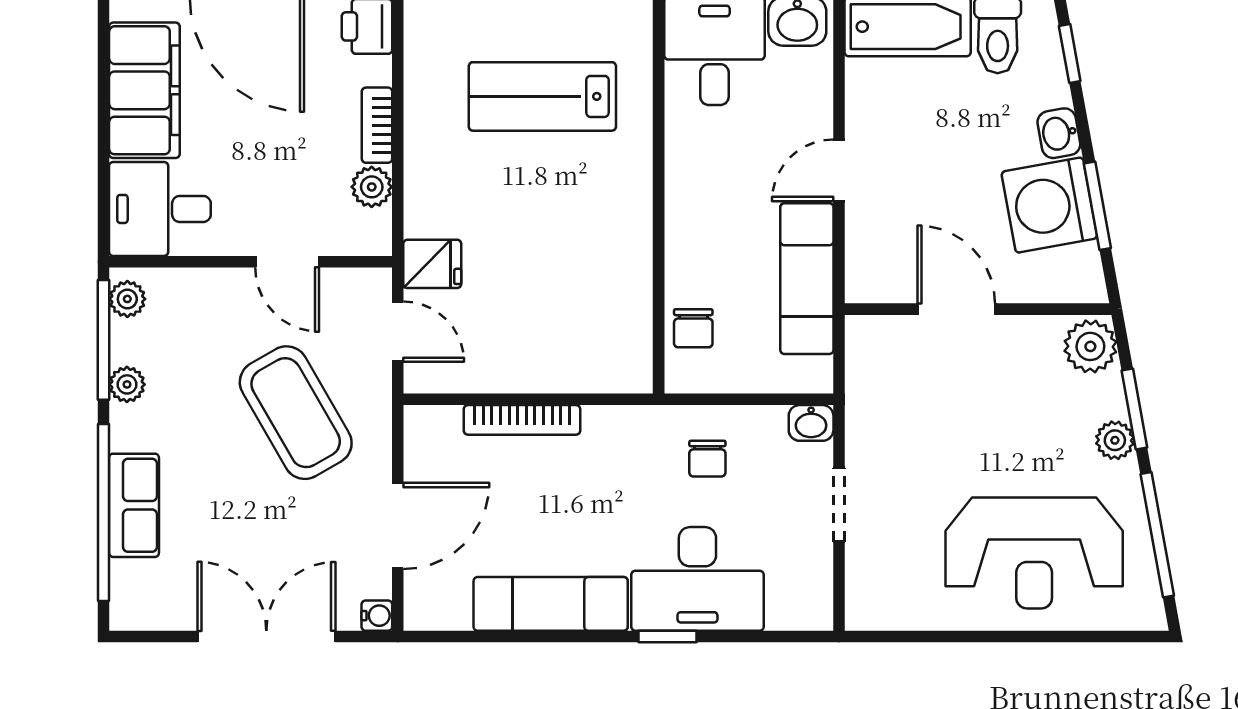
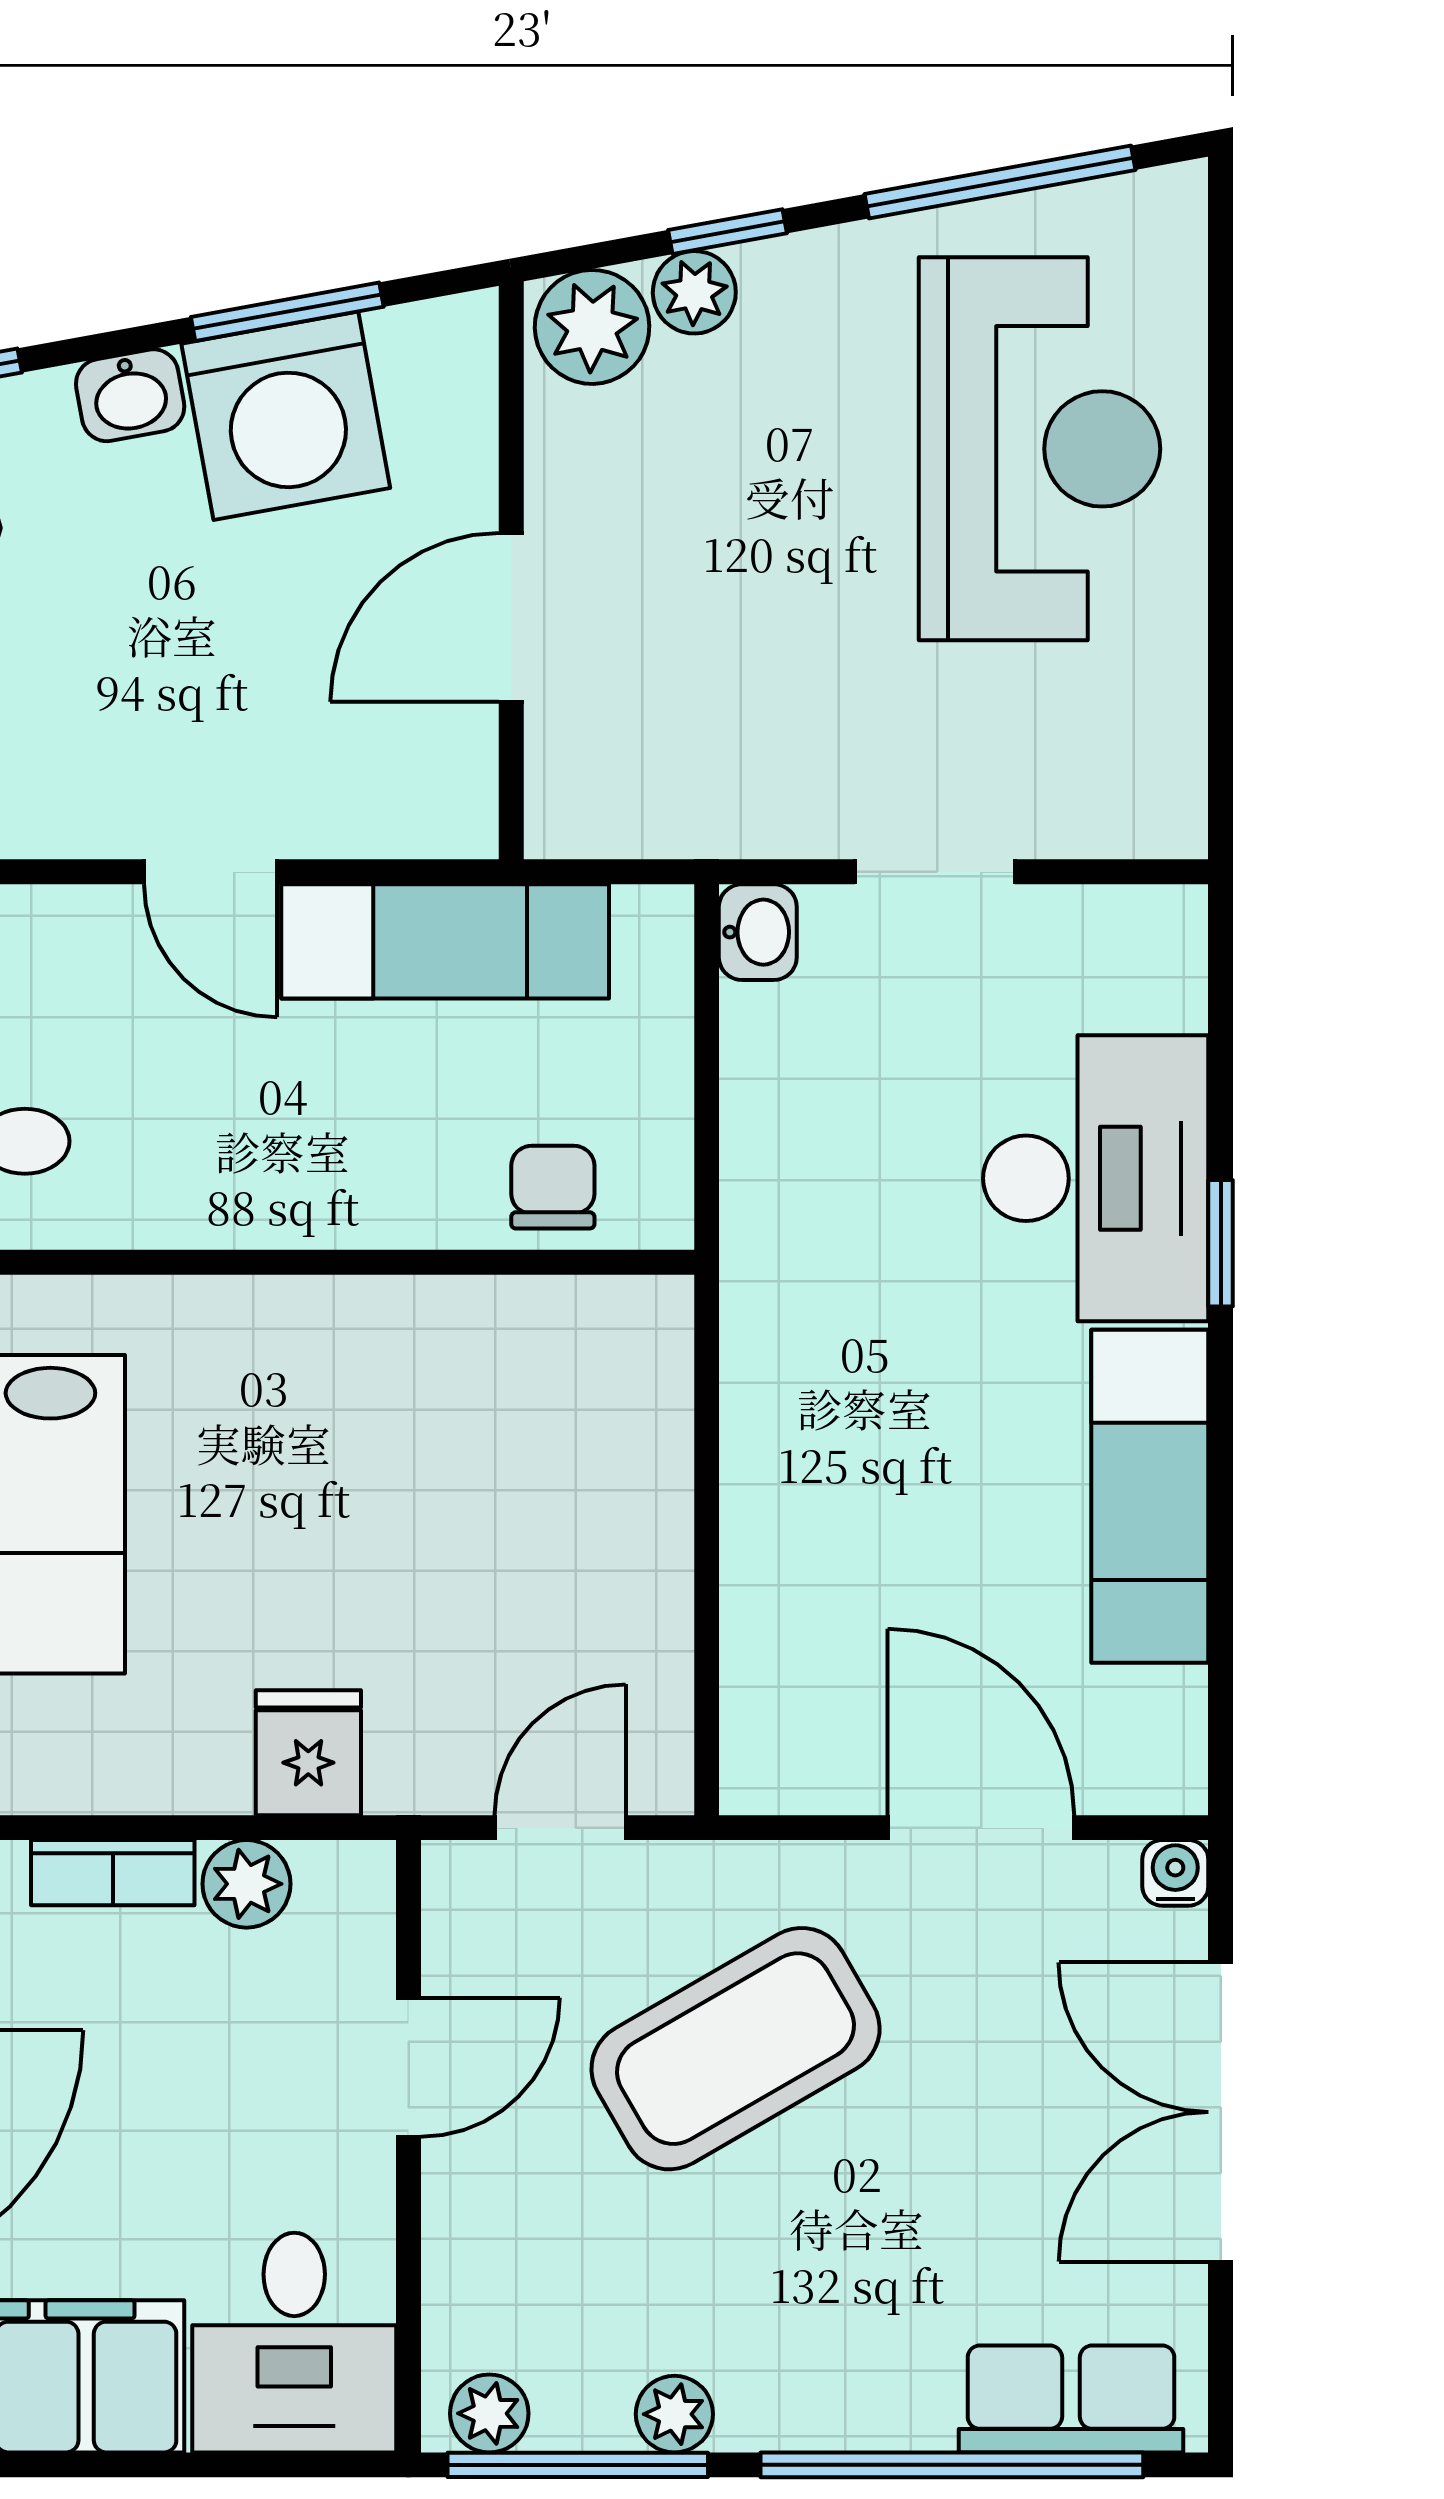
fridge: (432, 264) -> (308, 1753), moved
chair: (693, 328) -> (553, 1187), turned -90
window: (1134, 409) -> (728, 232), width x0.67
bookcase: (522, 420) -> (751, 1558), removed
plant: (1115, 440) -> (694, 292), moved
chair: (707, 459) -> (835, 1157), removed
row of seats: (134, 505) -> (1071, 2399), moved

